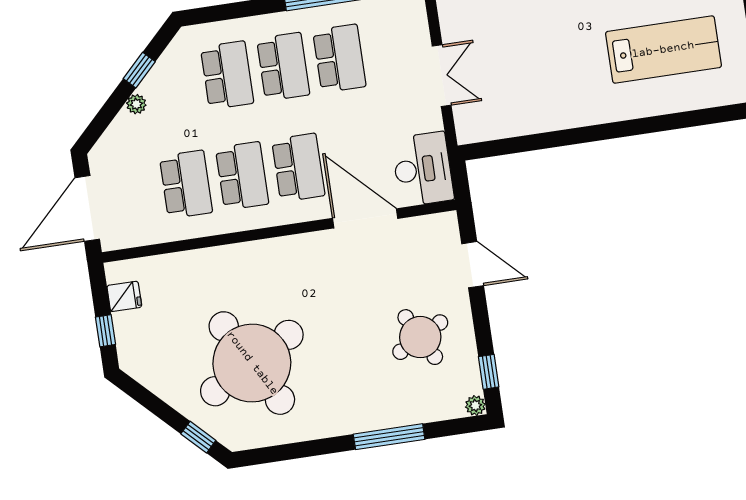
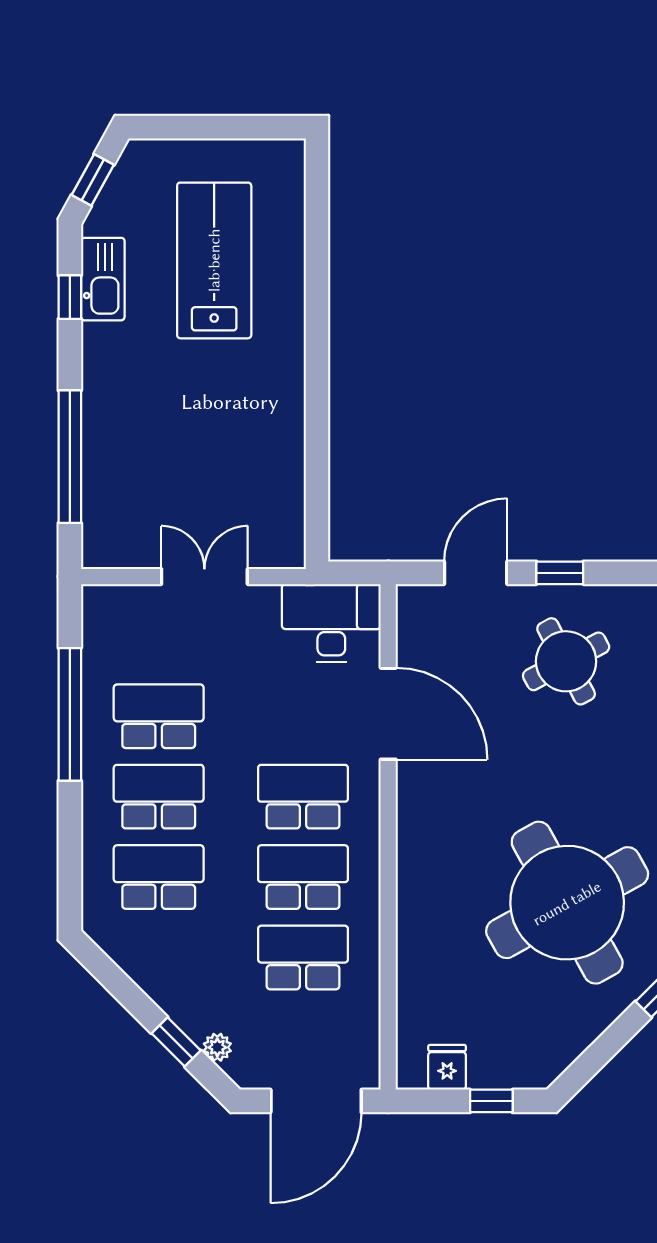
window: (139, 70) -> (176, 1042), moved
plant: (136, 104) -> (217, 1047), moved
door: (87, 208) -> (316, 1101), hinge flipped
door: (365, 218) -> (388, 714), swing flipped
window: (489, 372) -> (560, 573), moved

